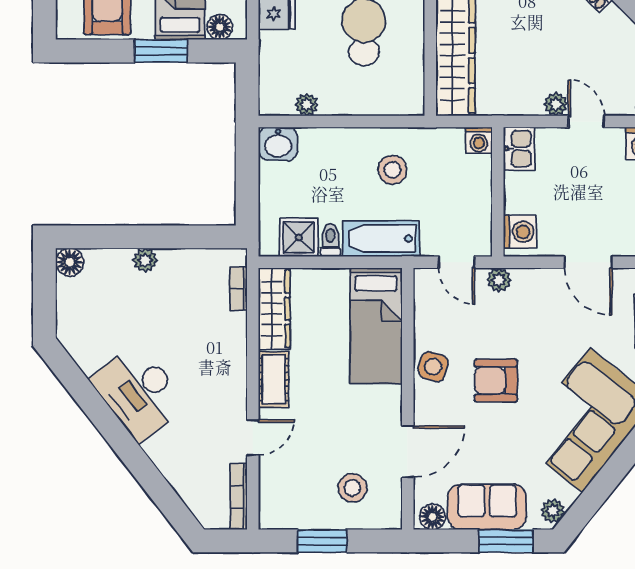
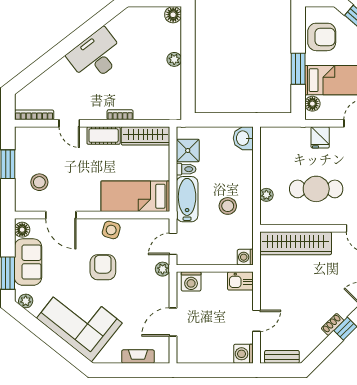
plant: (556, 104) -> (267, 303), removed
plant: (307, 105) -> (266, 195), moved
bookcase: (239, 289) -> (120, 115), moved

